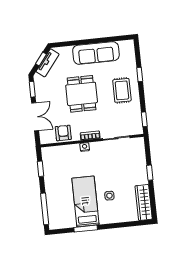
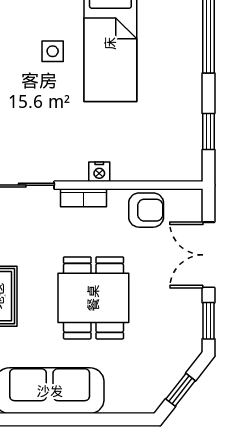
tv unit: (48, 63) -> (166, 379), removed
armchair: (63, 133) -> (146, 210), turned -90

